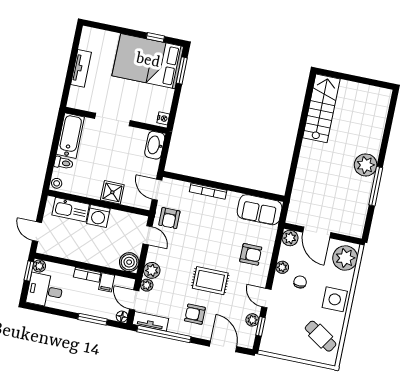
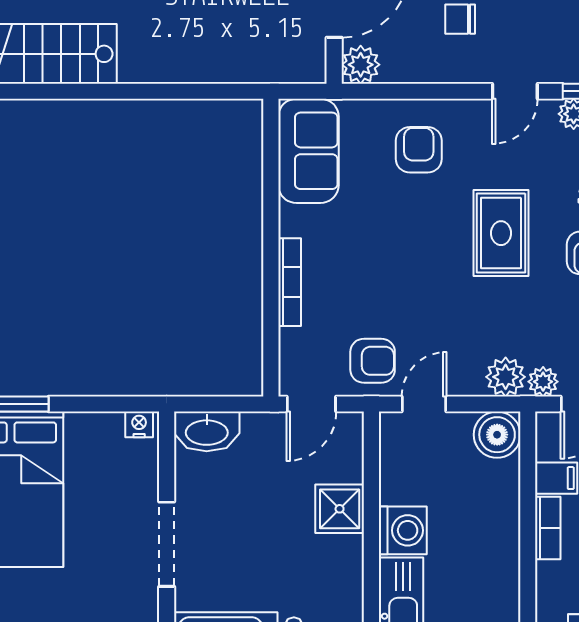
plant: (282, 267) -> (434, 69), removed

